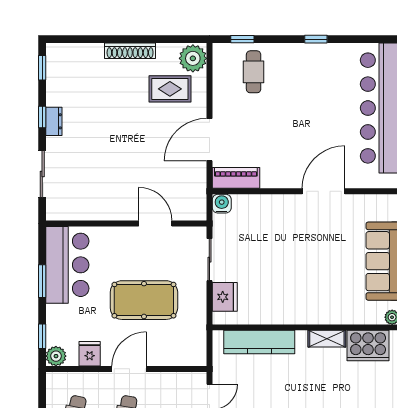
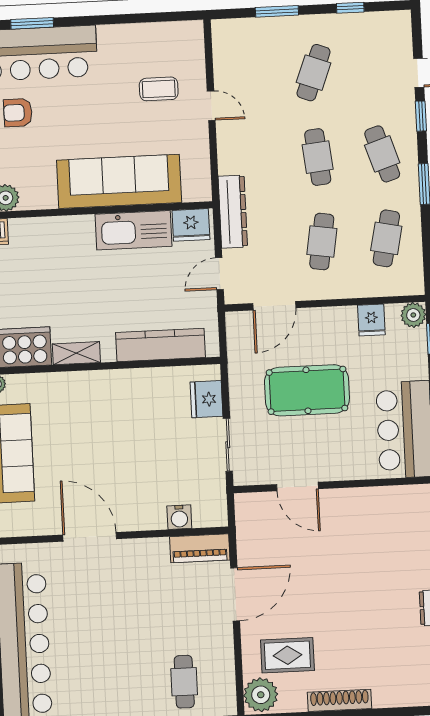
door: (323, 191) -> (90, 537), swing flipped
water cooler: (222, 204) -> (179, 517), moved
door: (129, 369) -> (274, 306), moved

